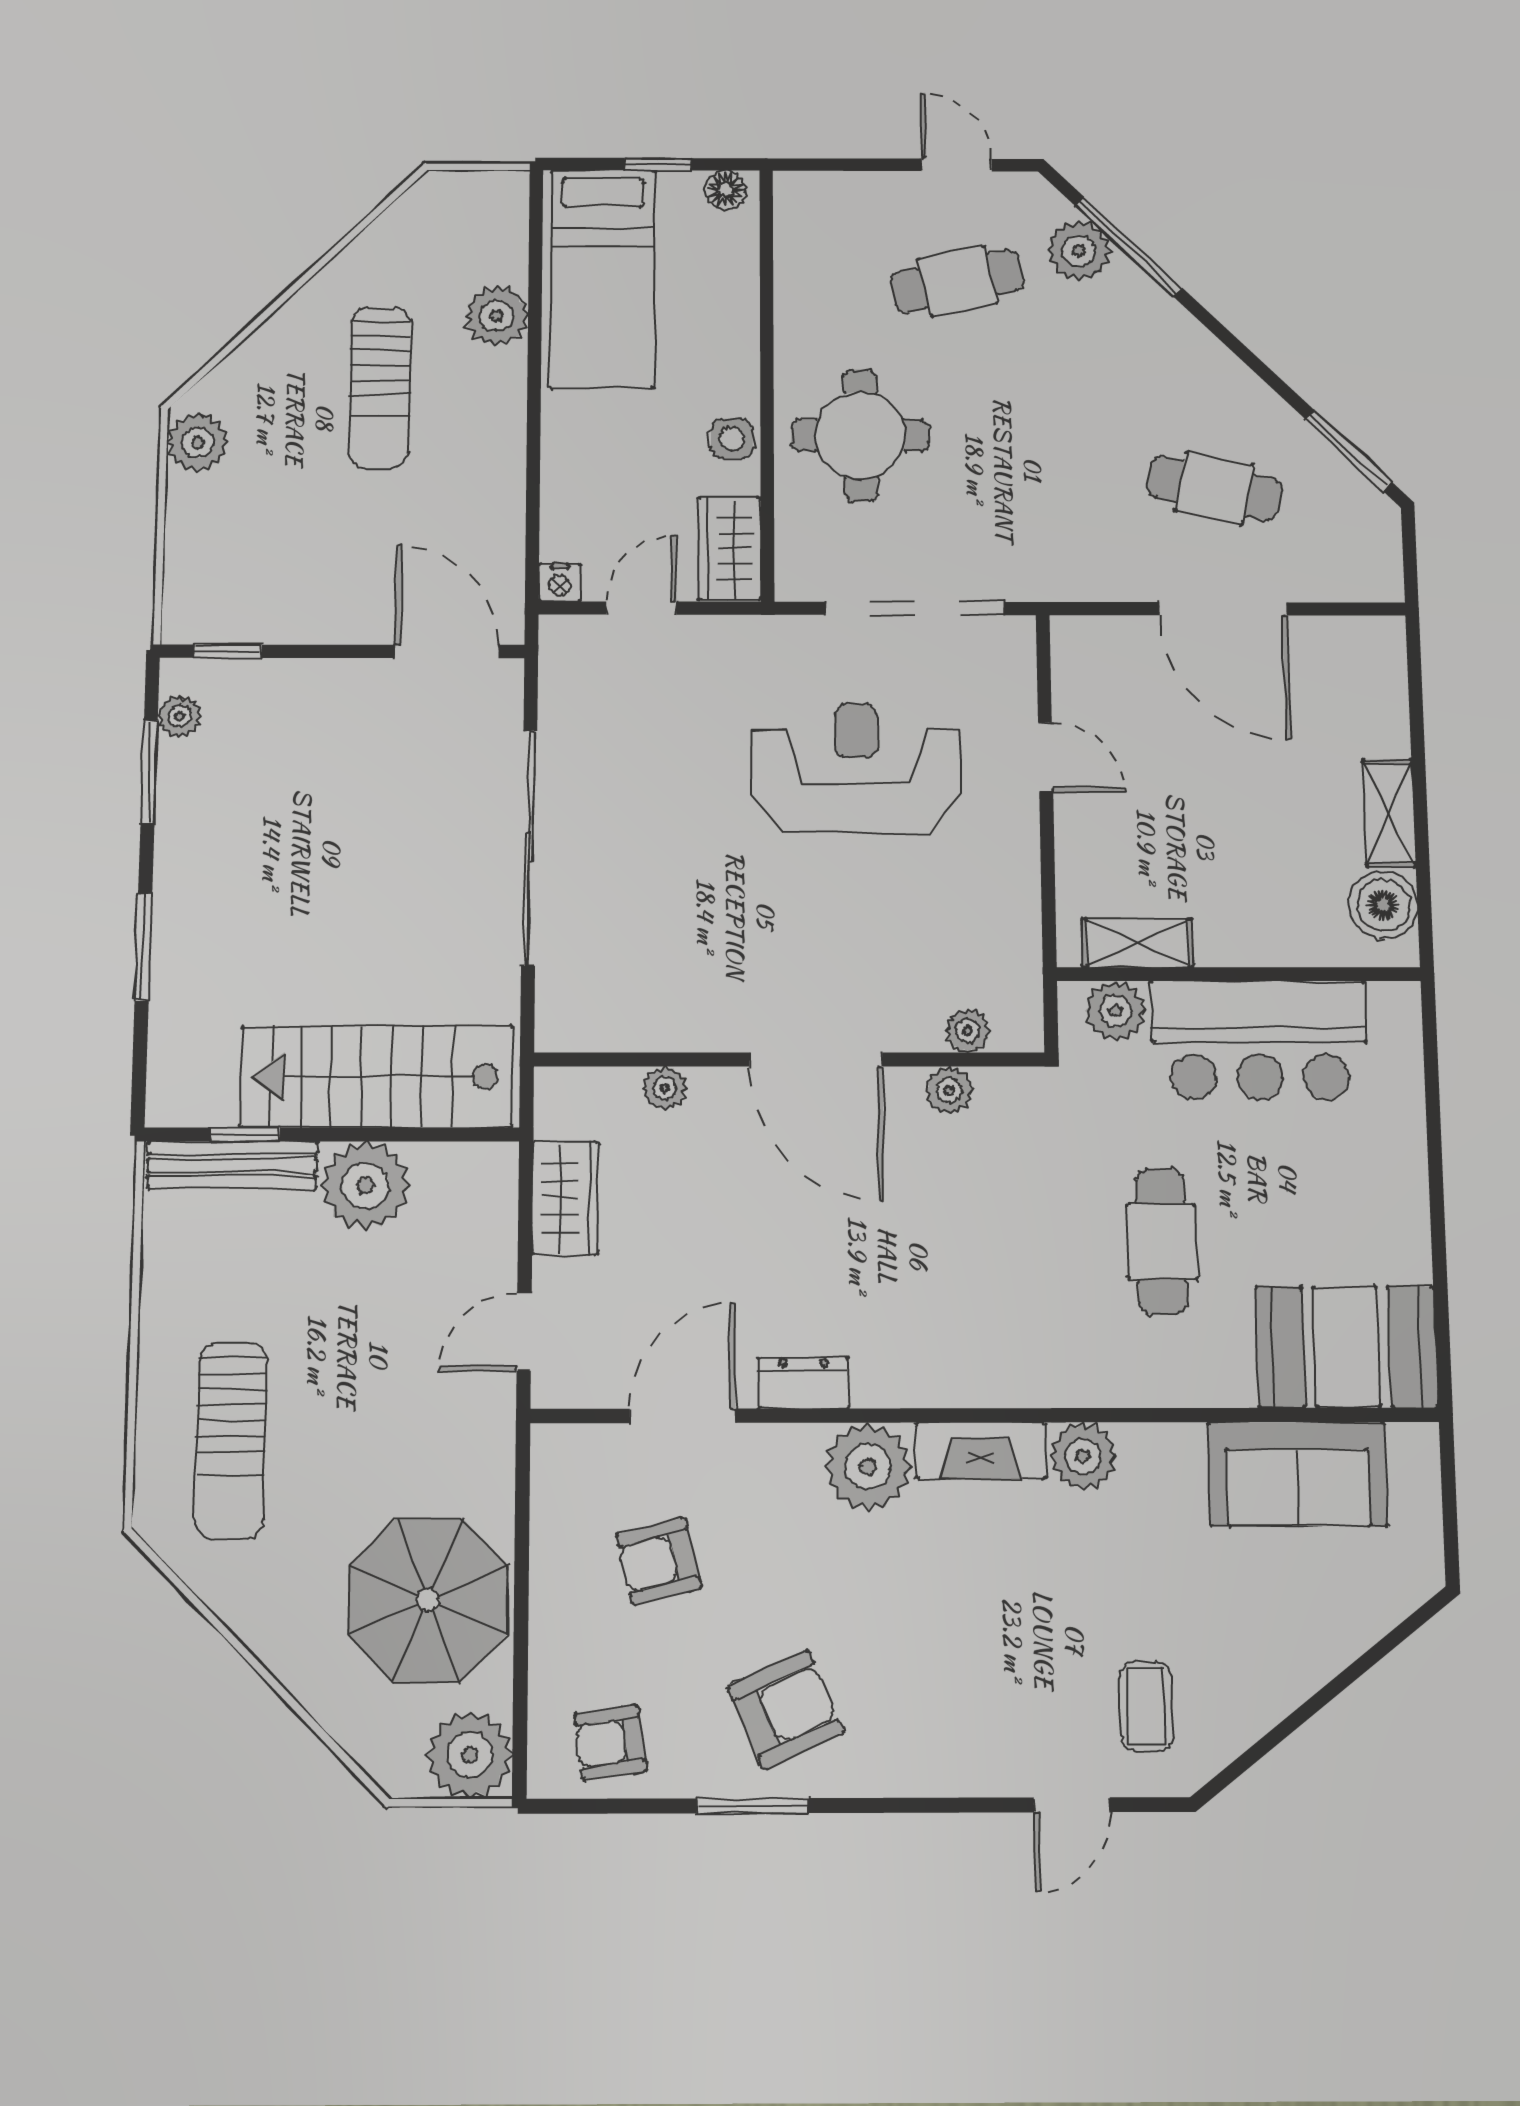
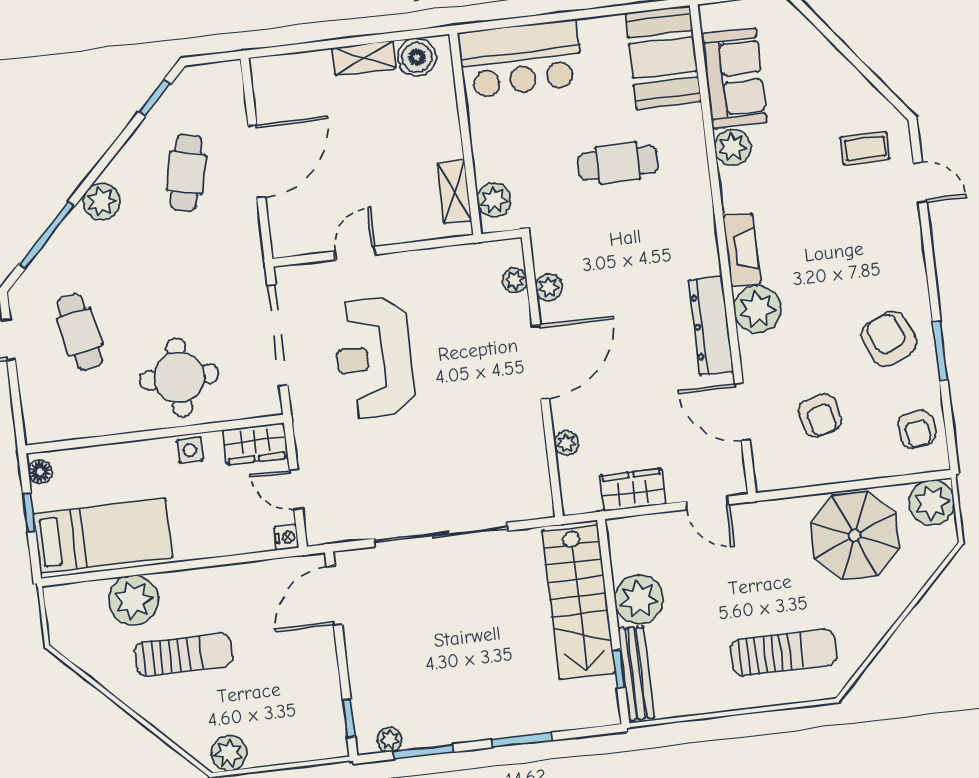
plant: (1079, 251) -> (101, 202), moved
plant: (497, 316) -> (133, 600), width x1.36, depth x1.36
window: (1349, 451) -> (155, 98), width x0.67
bar counter: (1259, 1040) -> (521, 59), moved, turned 90
dresser: (804, 1383) -> (711, 326), width x1.96, depth x1.24
plant: (1083, 1456) -> (733, 147), moved

